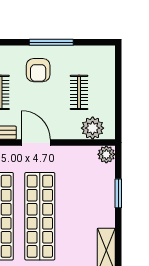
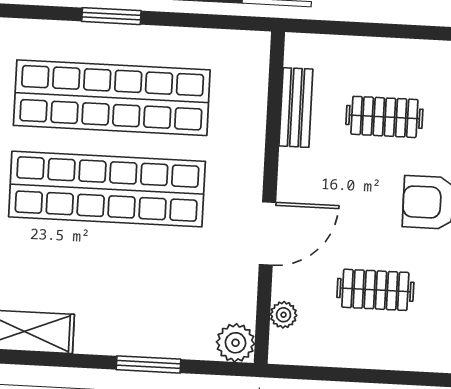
plant: (93, 128) -> (284, 315), width x0.53, depth x0.53
door: (36, 143) -> (267, 233), moved

